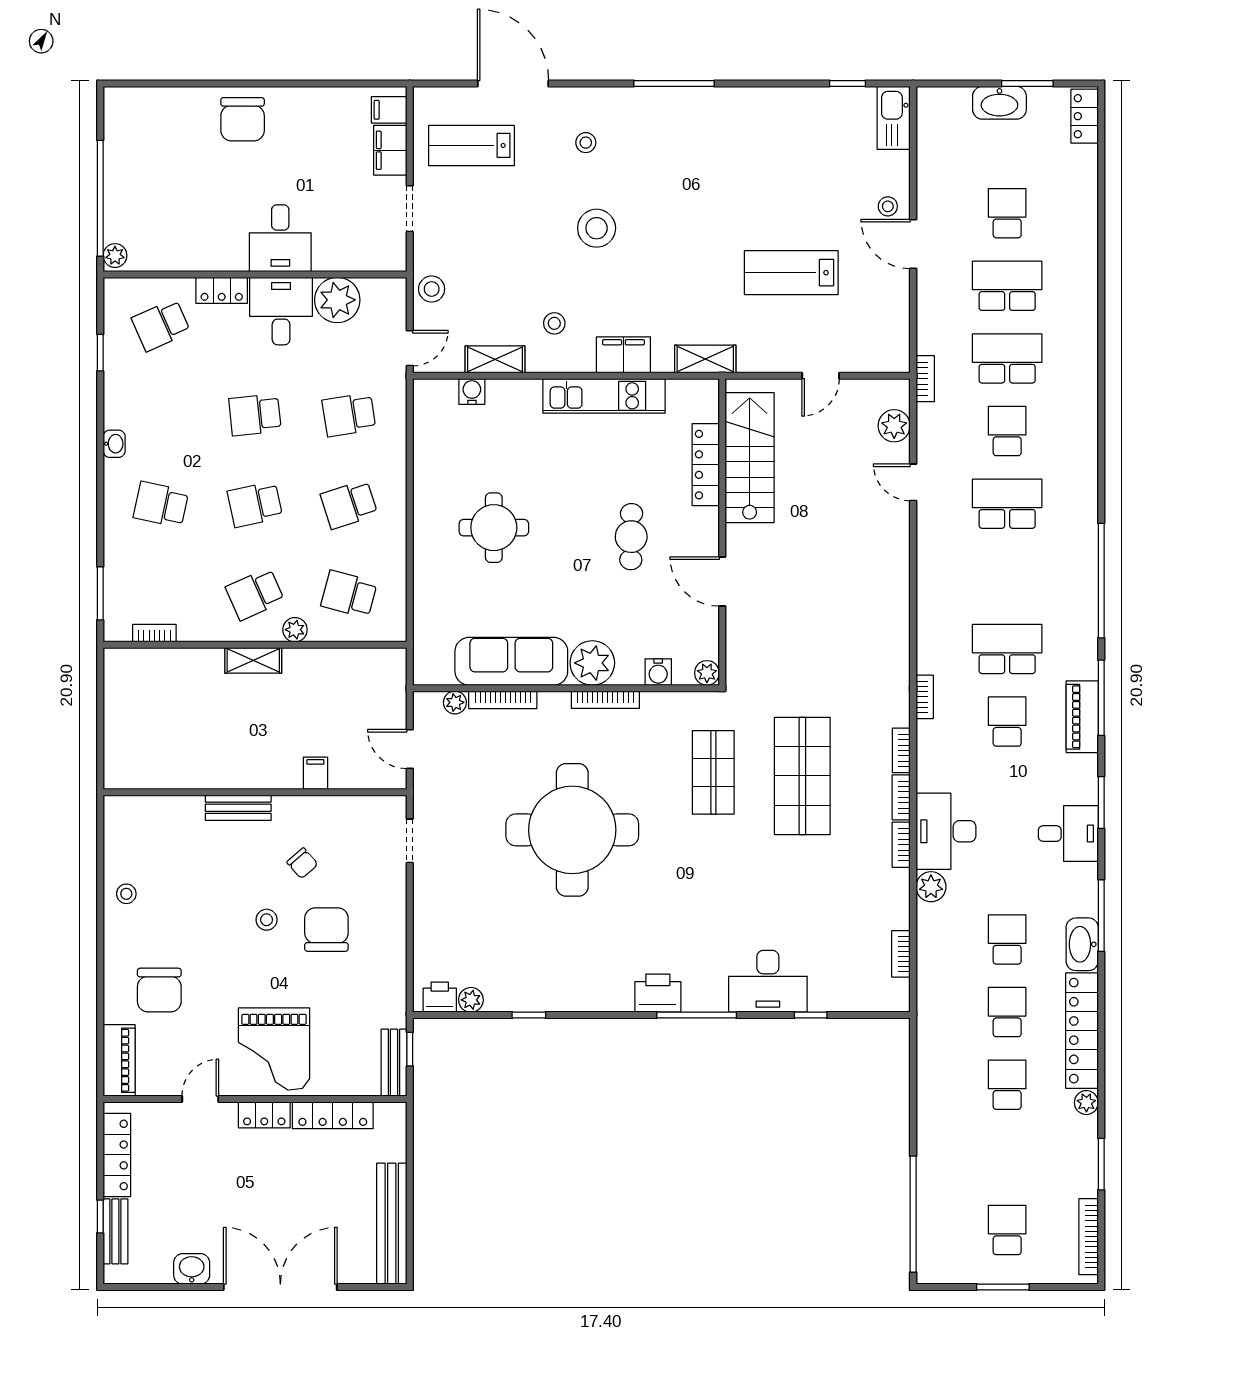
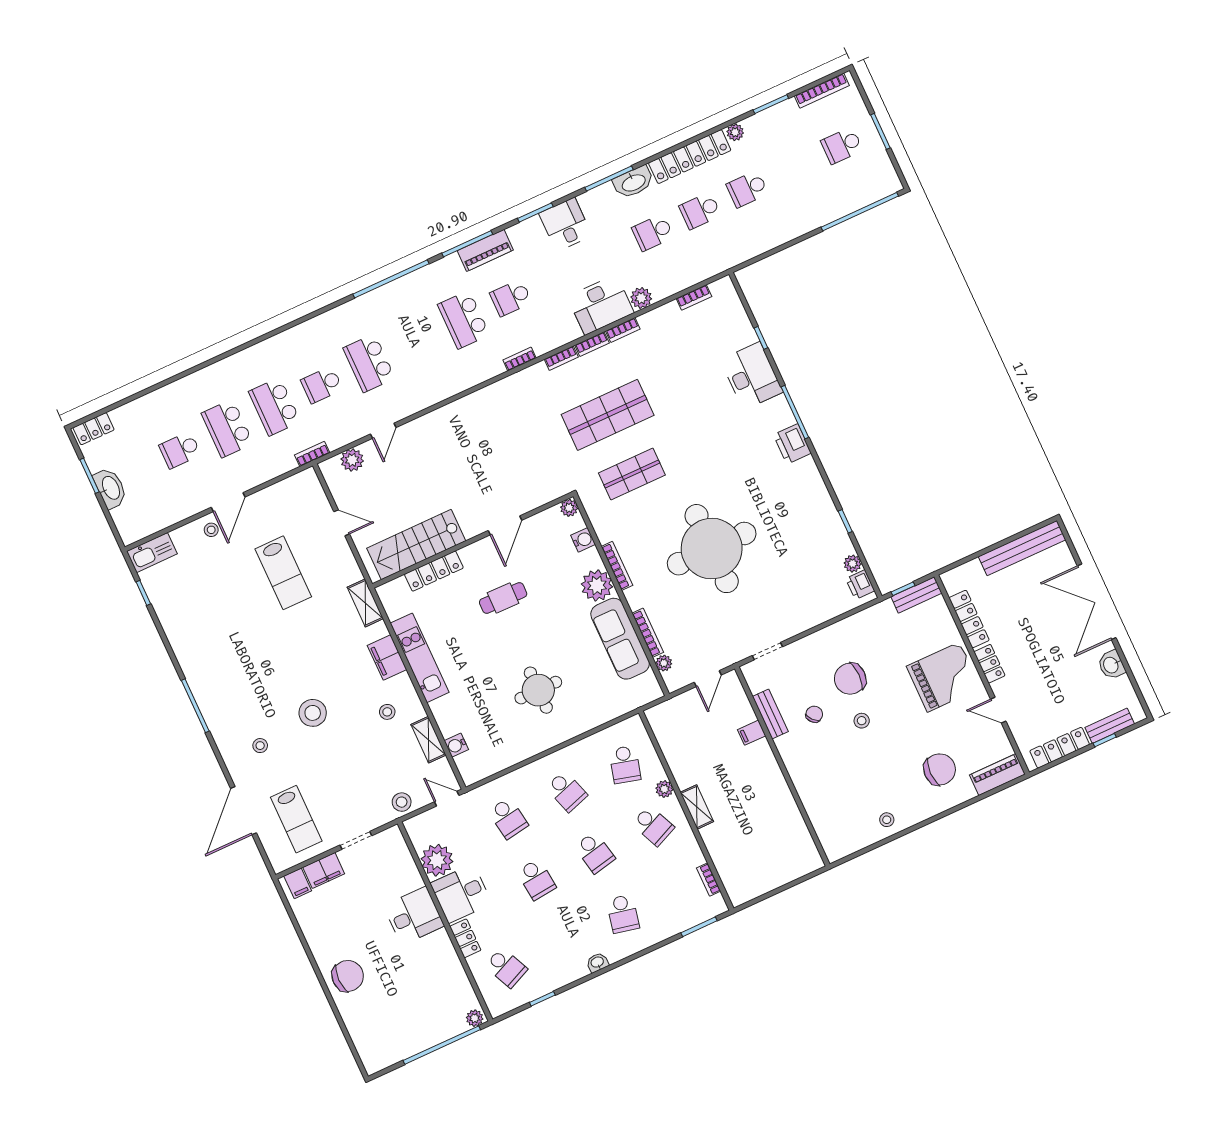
bench: (238, 808) -> (770, 714), moved

